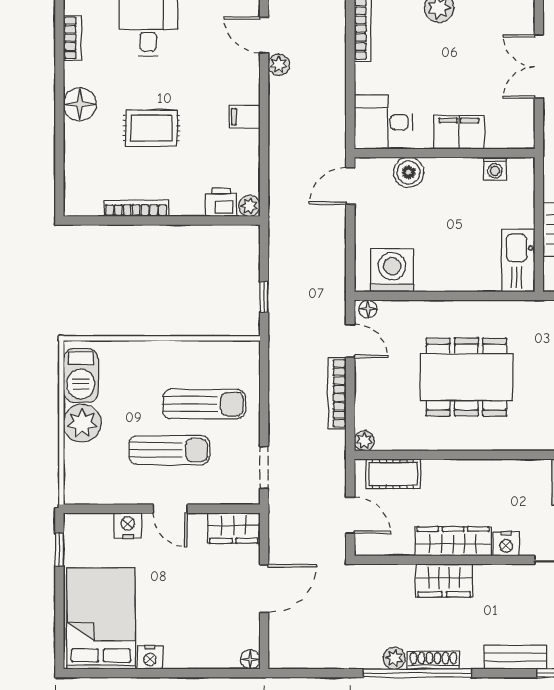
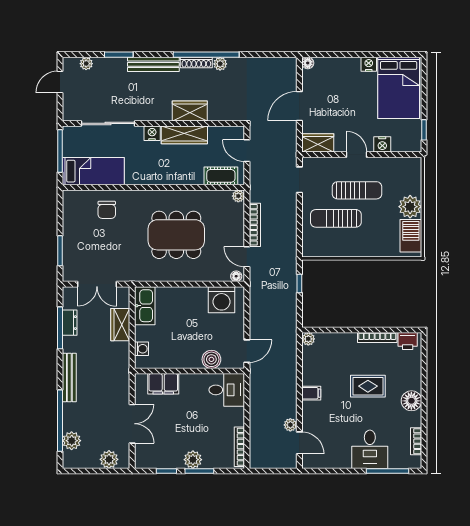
filing cabinet: (459, 132) -> (163, 384), moved
washing machine: (495, 169) -> (142, 349), moved, turned 90
printer: (221, 202) -> (408, 341), moved
sun lounger: (169, 450) -> (357, 190), turned 180
bench: (515, 657) -> (153, 64), width x1.36

